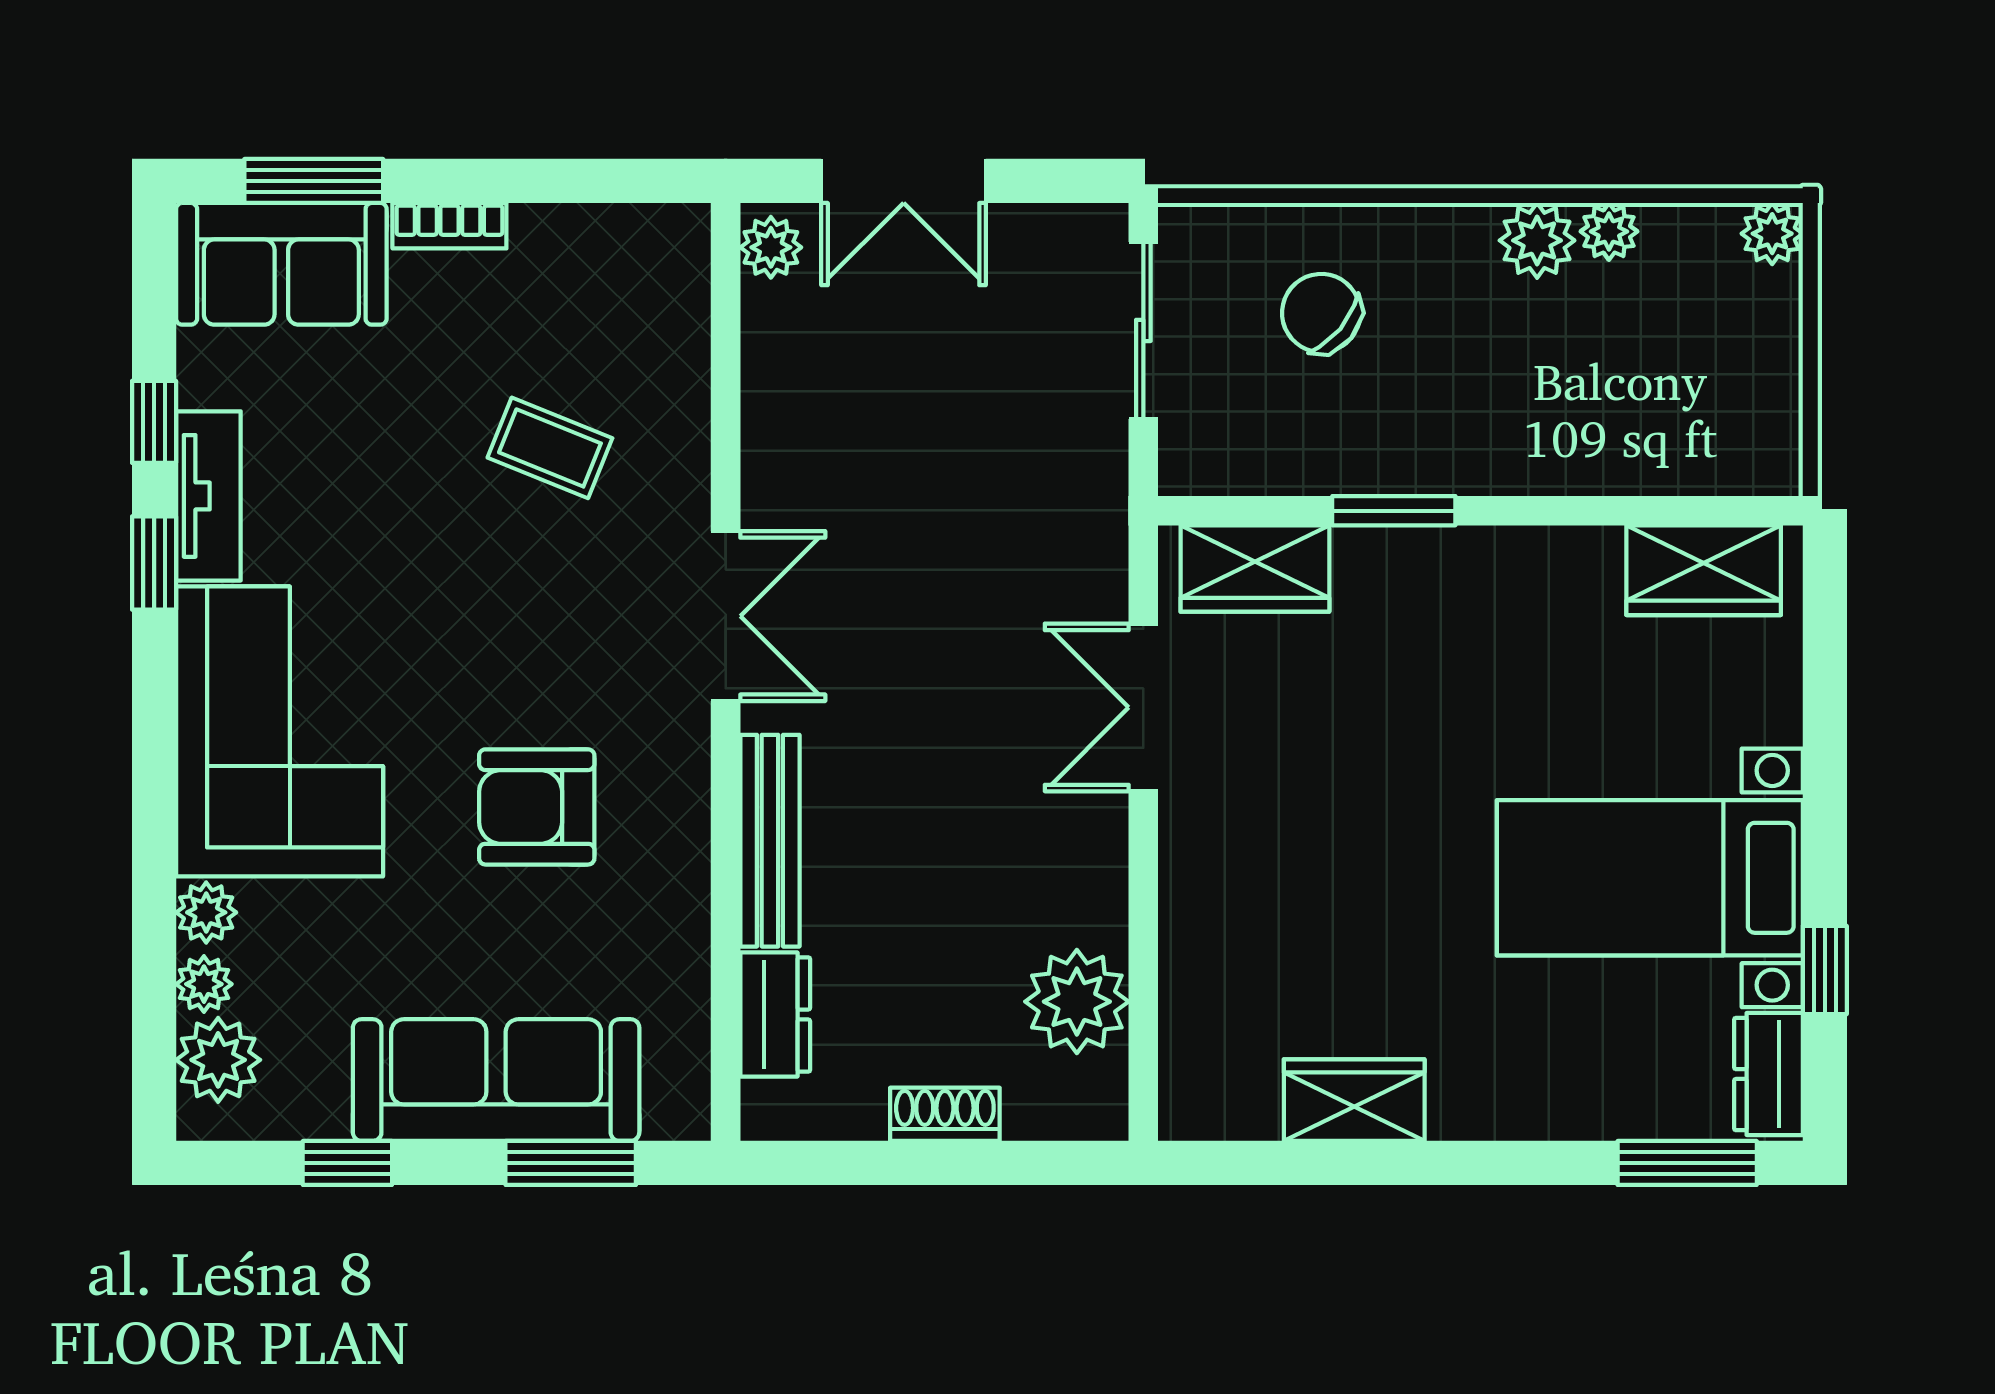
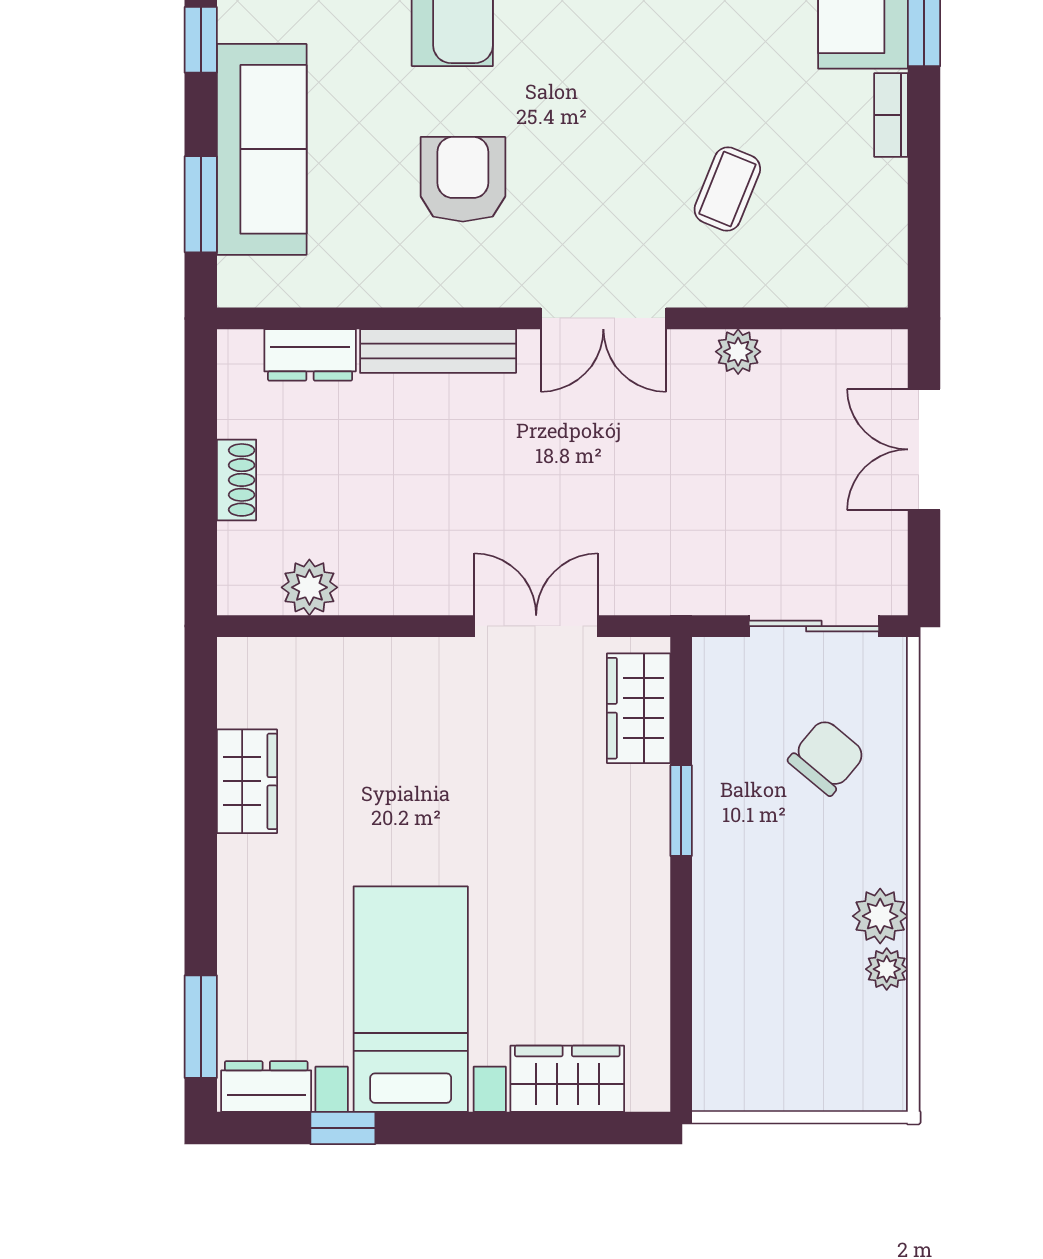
plant: (1772, 234) -> (885, 1089), removed
plant: (771, 247) -> (738, 352), moved
wardrobe: (1704, 570) -> (567, 1079), moved, turned 90
plant: (1077, 1002) -> (309, 587), width x0.73, depth x0.73

